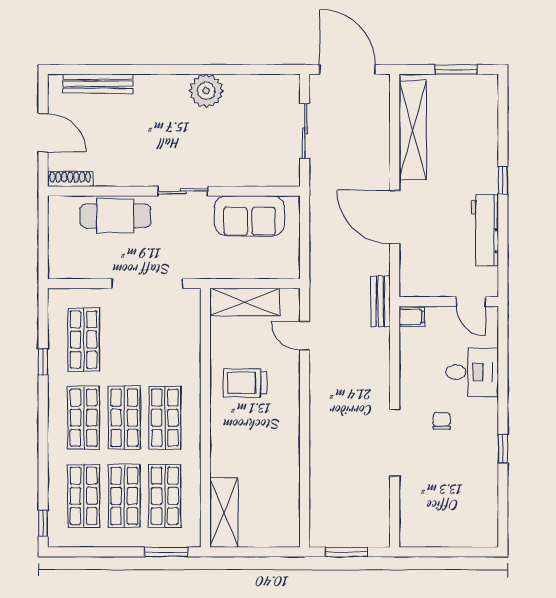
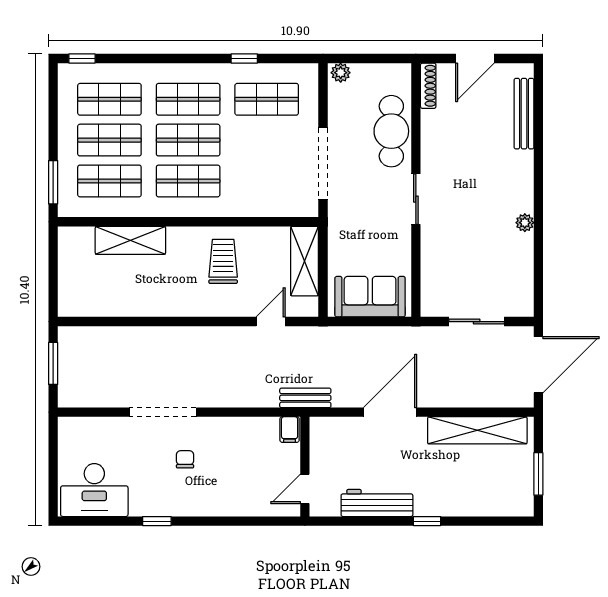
plant: (206, 91) -> (525, 223), width x0.53, depth x0.53
sofa: (250, 216) -> (370, 297), moved, turned 90
plant: (57, 266) -> (341, 73), added
desk: (472, 372) -> (94, 490), moved, width x1.37
chair: (442, 421) -> (185, 459), turned -90
shelving: (224, 512) -> (130, 240), moved

